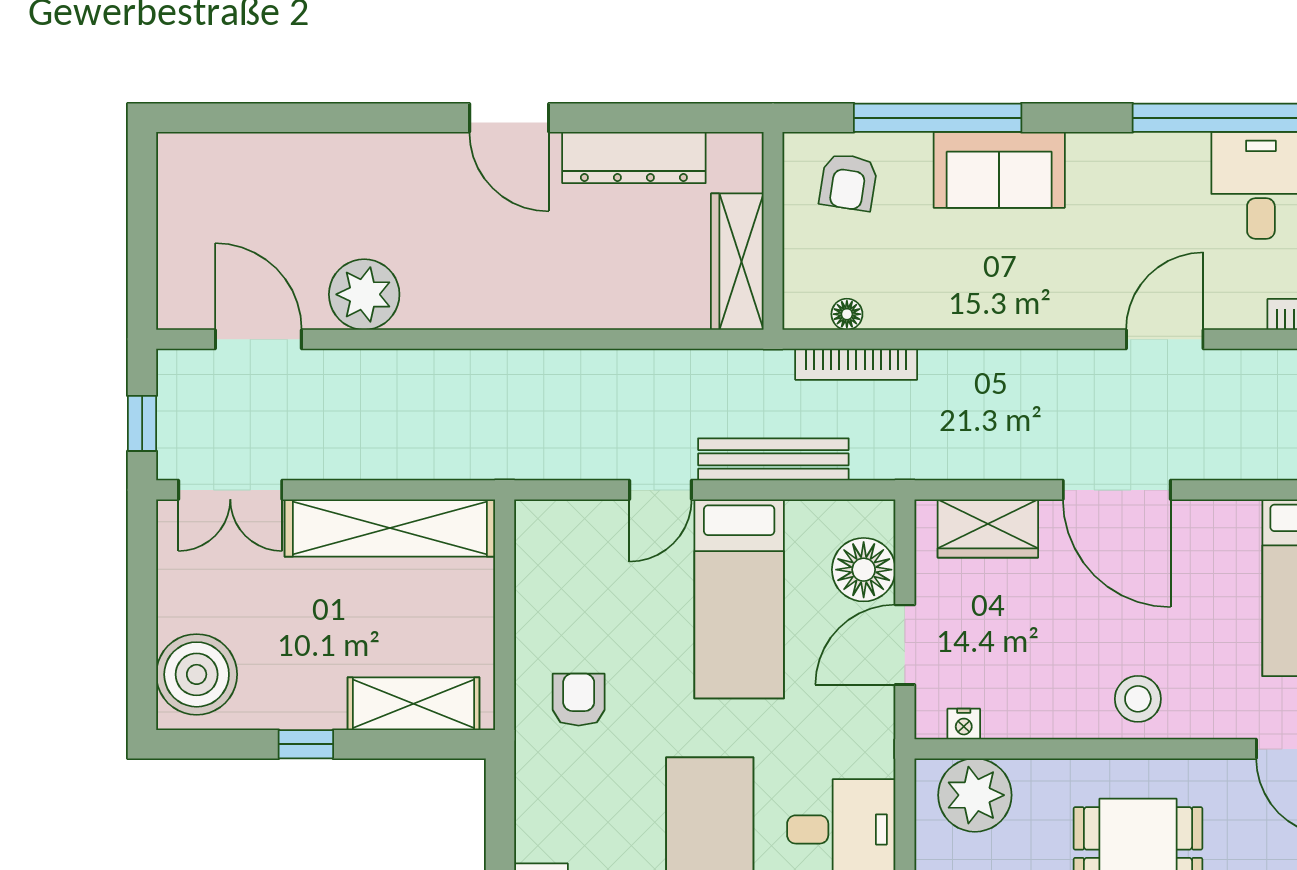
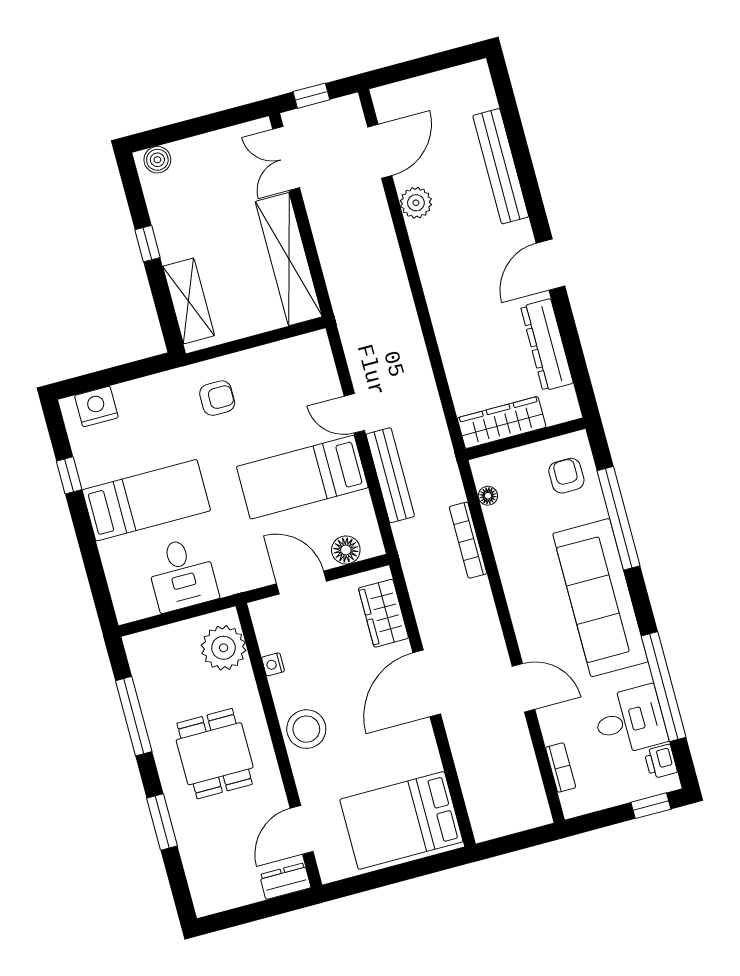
bench: (333, 155) -> (501, 166), added
sofa: (999, 170) -> (600, 598), width x1.85, depth x1.27
armchair: (848, 182) -> (566, 476), turned 81
plant: (364, 294) -> (416, 203), width x0.73, depth x0.73
bookcase: (856, 364) -> (468, 540), moved
floor lamp: (864, 570) -> (346, 550), width x0.73, depth x0.73
boiler: (197, 674) -> (157, 160), width x0.54, depth x0.54
stool: (1138, 699) -> (306, 729), width x1.38, depth x1.38
nightstand: (964, 724) -> (273, 664), moved

